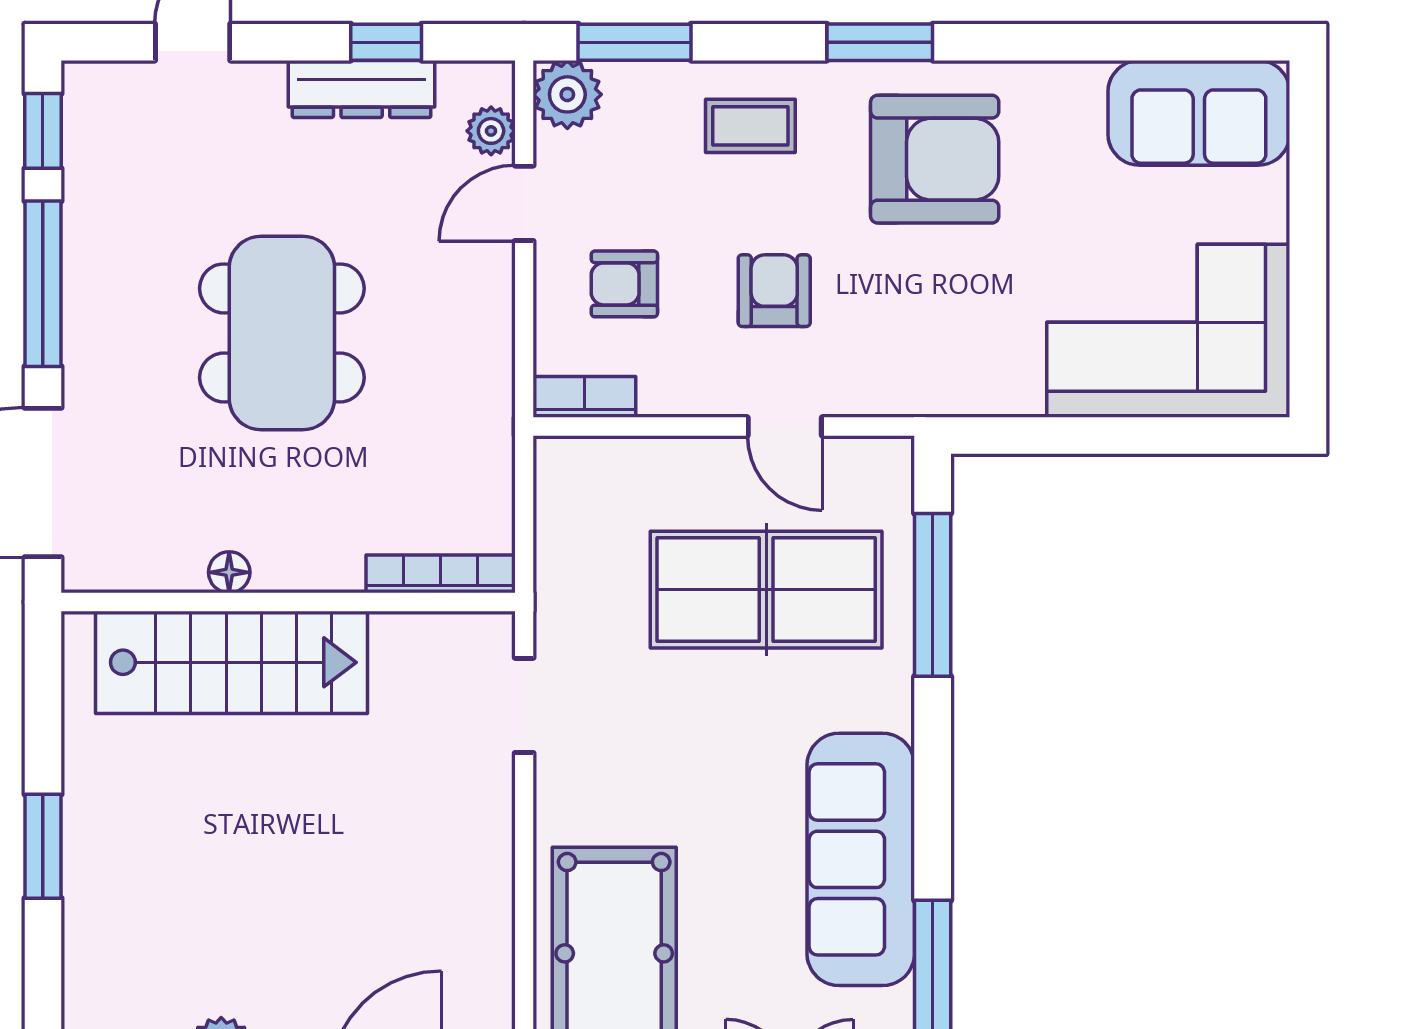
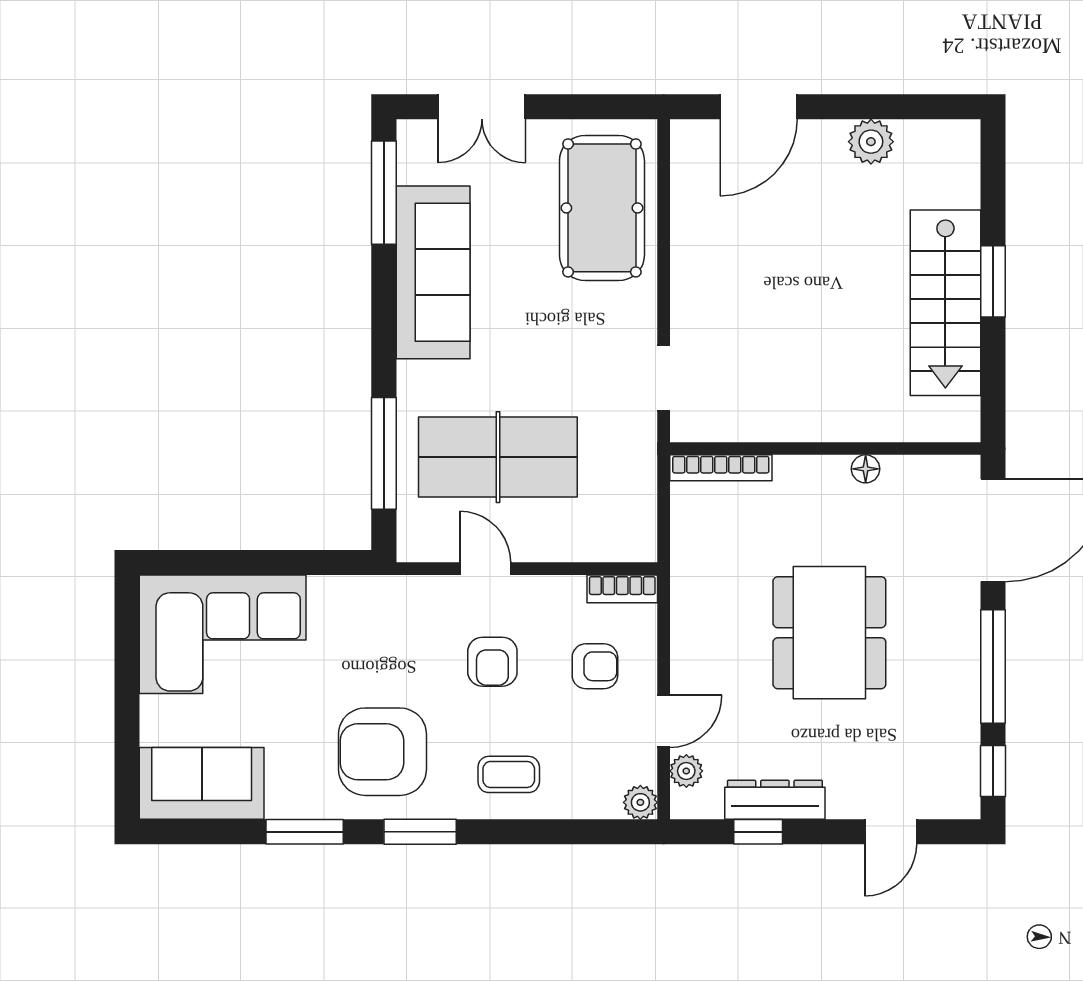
window: (635, 42) -> (305, 832), moved
plant: (567, 94) -> (640, 802), width x0.73, depth x0.73
stairs: (232, 662) -> (945, 303), moved, turned -90

